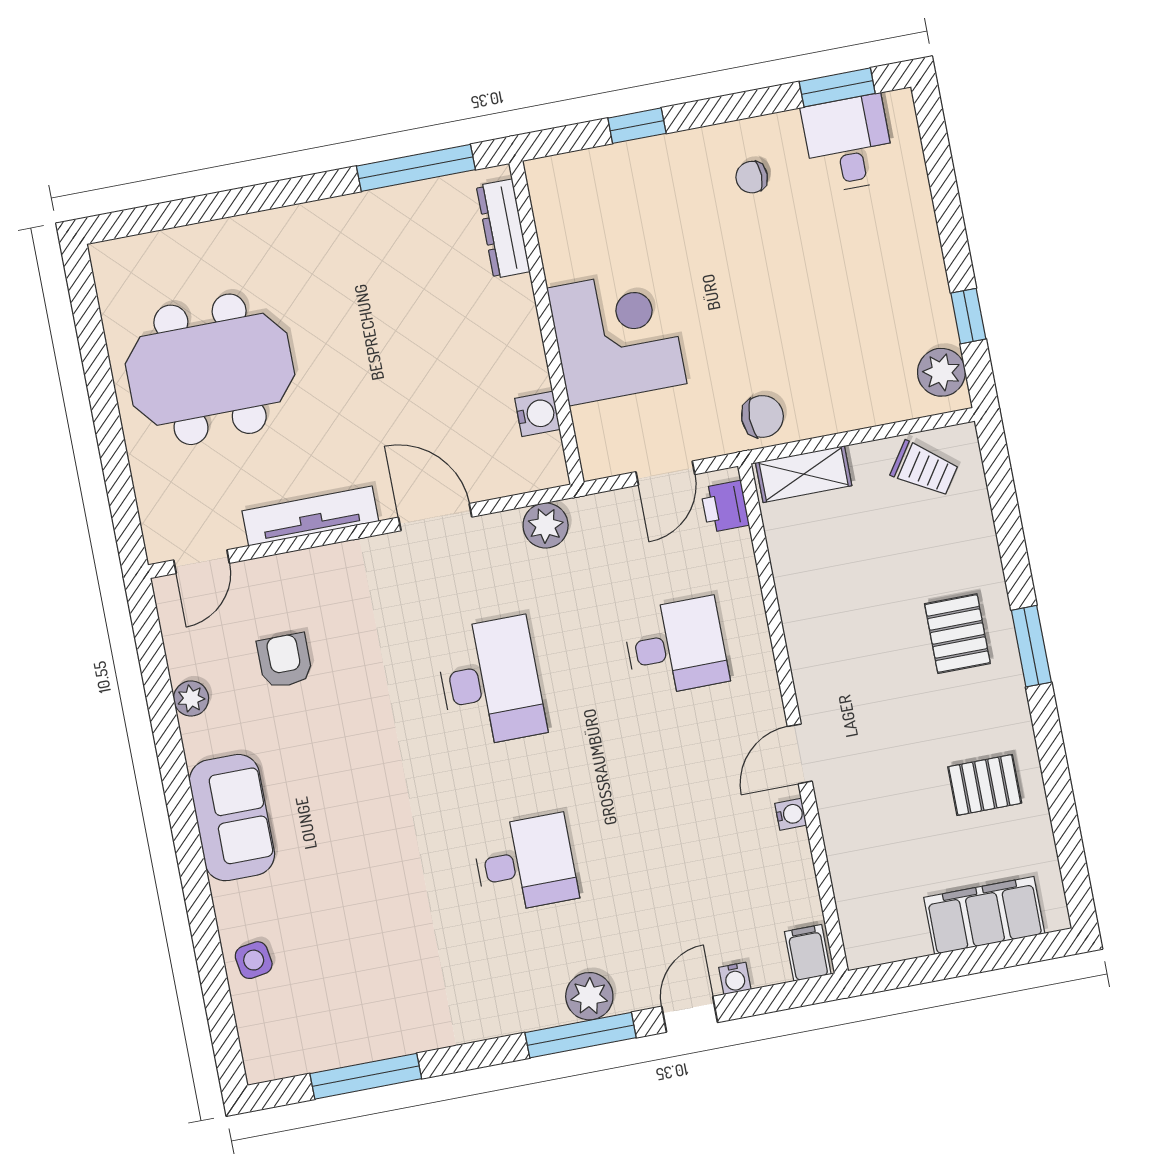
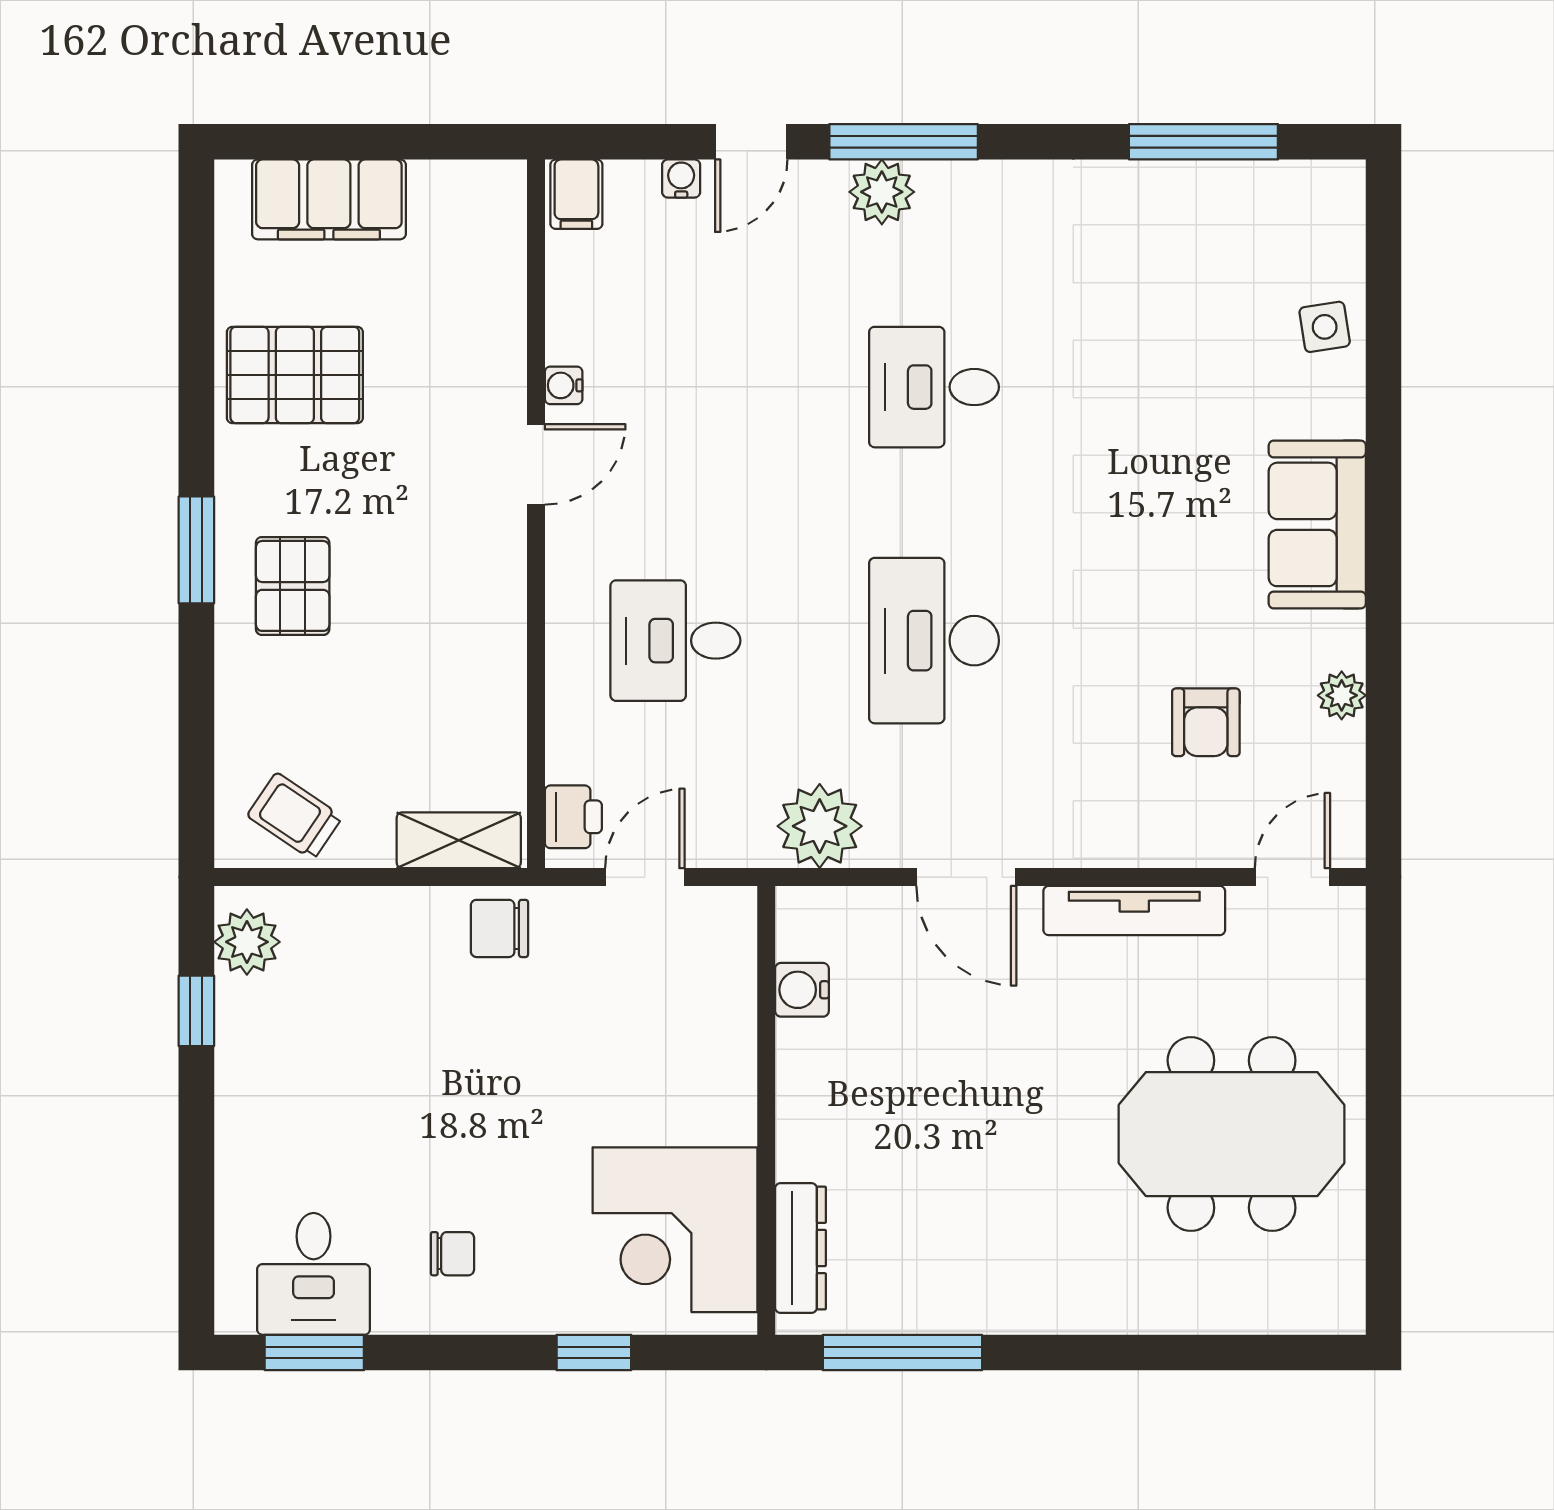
corner desk: (617, 336) -> (675, 1230), moved
plant: (546, 526) -> (820, 826), width x1.36, depth x1.36
pallet: (985, 785) -> (295, 375), width x1.50, depth x1.42

